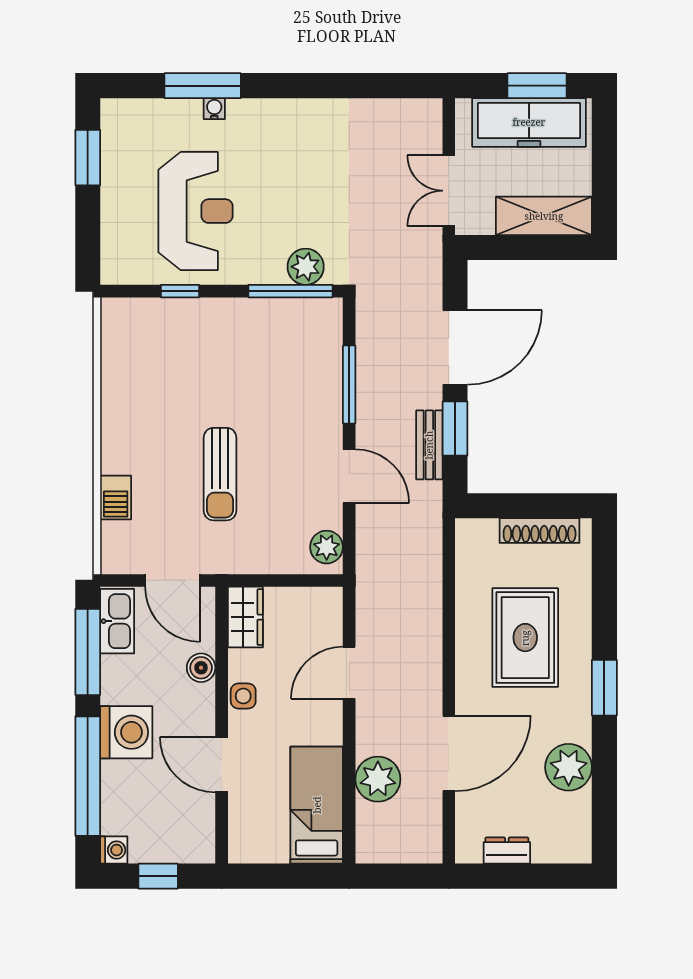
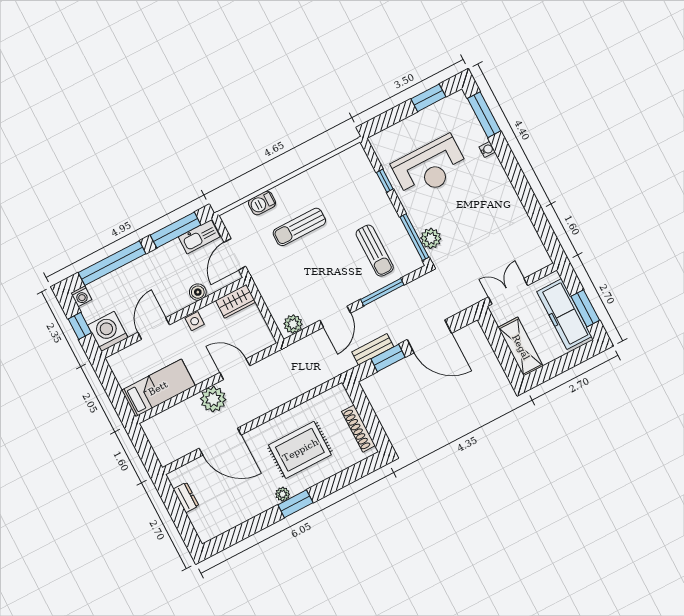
window: (203, 86) -> (484, 115), moved
sun lounger: (279, 363) -> (375, 251), added
sun lounger: (220, 474) -> (299, 227), moved
washing machine: (126, 732) -> (108, 331), moved, turned 180
plant: (569, 767) -> (283, 494), moved, width x0.53, depth x0.53
plant: (378, 779) -> (213, 399), moved

